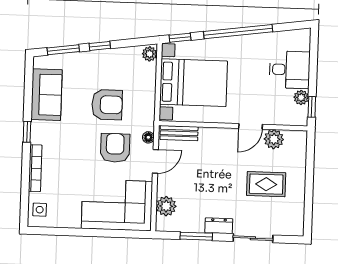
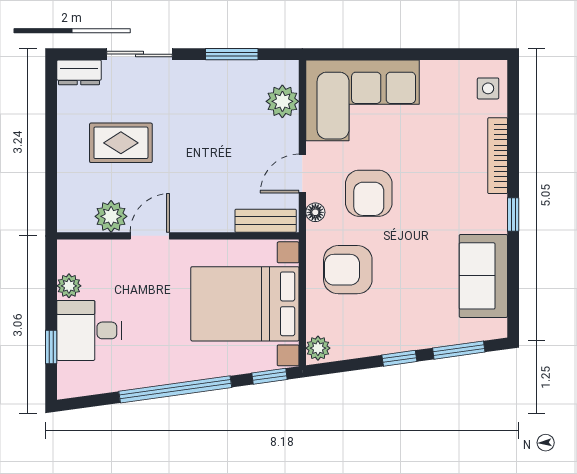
armchair: (107, 105) -> (348, 270), moved
window: (312, 107) -> (51, 347), moved
dresser: (219, 226) -> (79, 72), moved

